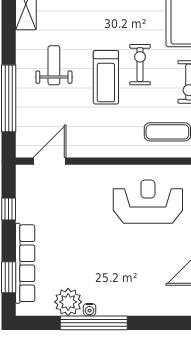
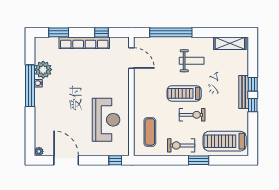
row of seats: (25, 263) -> (84, 43), moved

